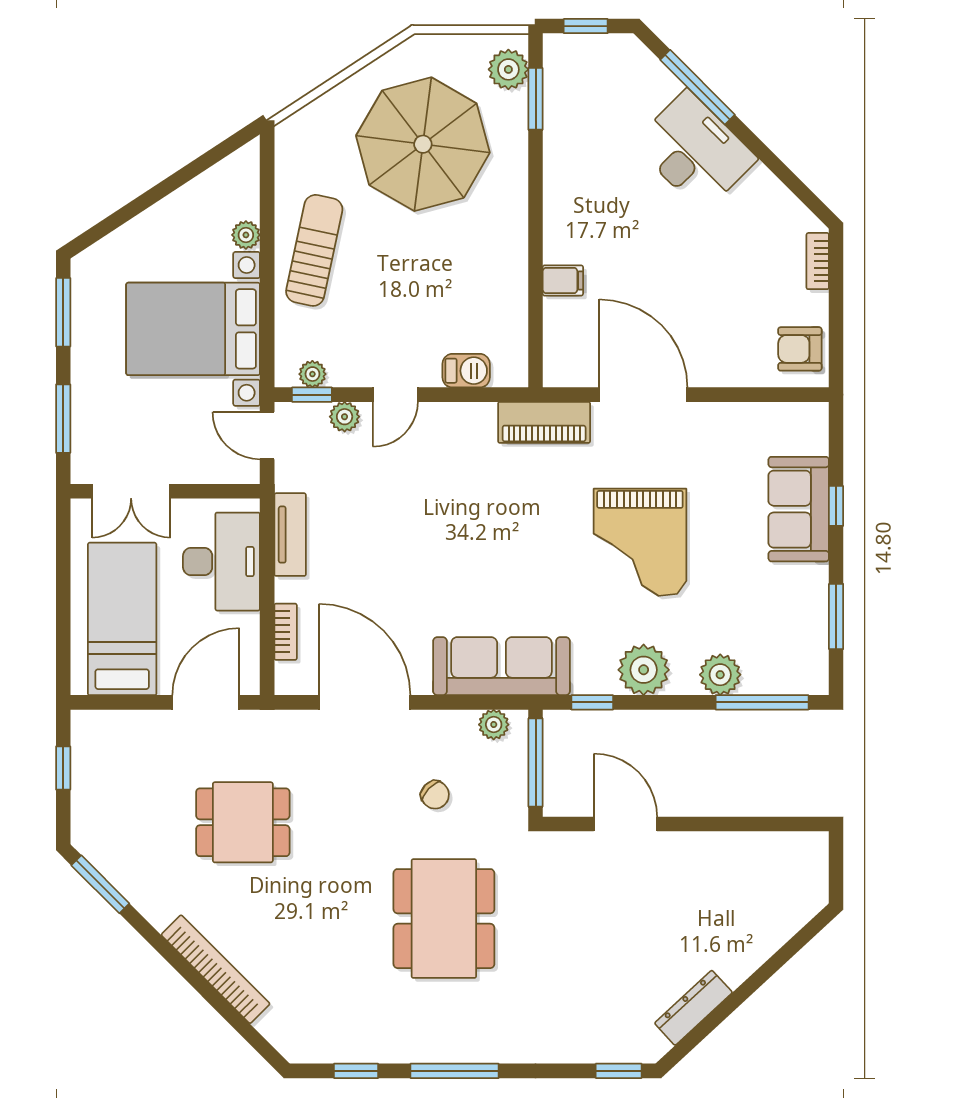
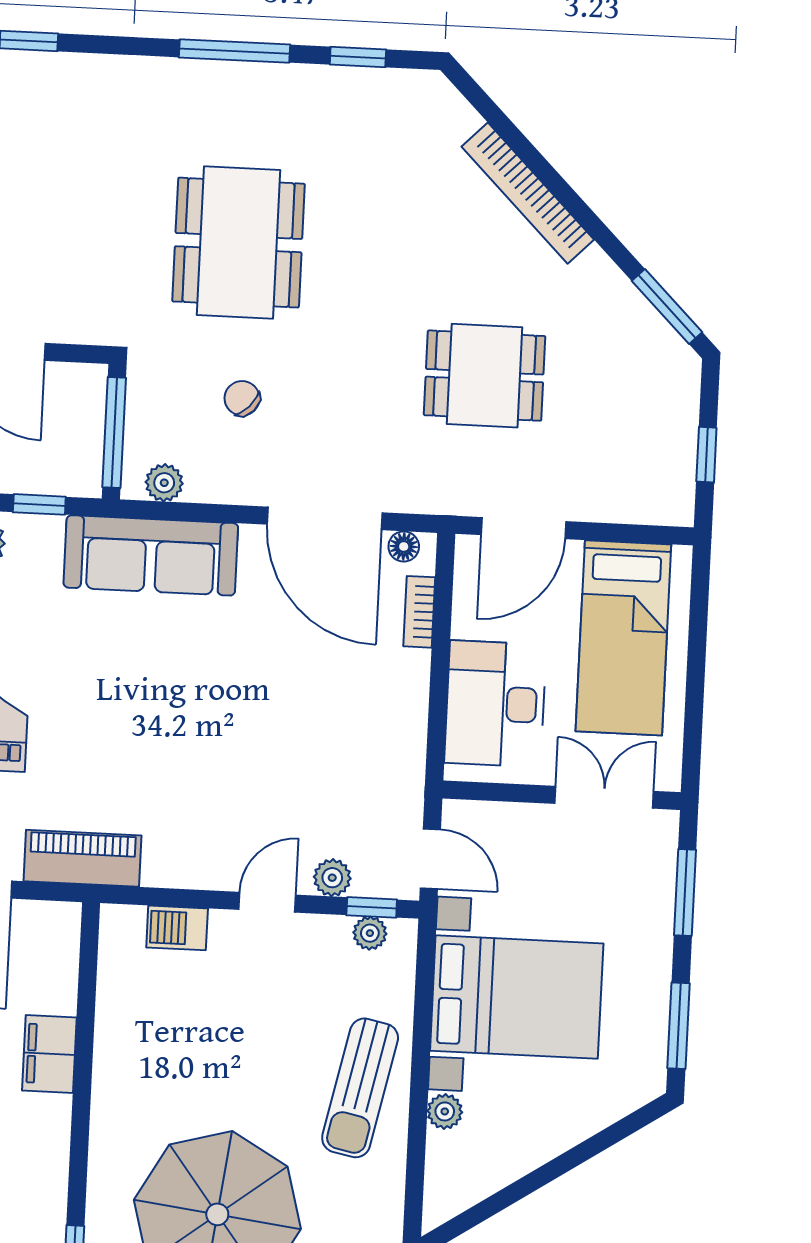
filing cabinet: (563, 280) -> (49, 1054), width x2.00
tv unit: (290, 535) -> (408, 733), removed
floor lamp: (301, 683) -> (404, 546), added

